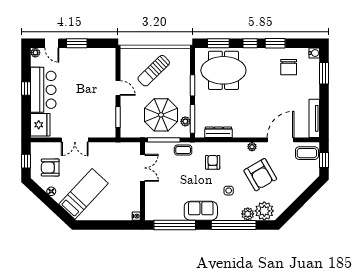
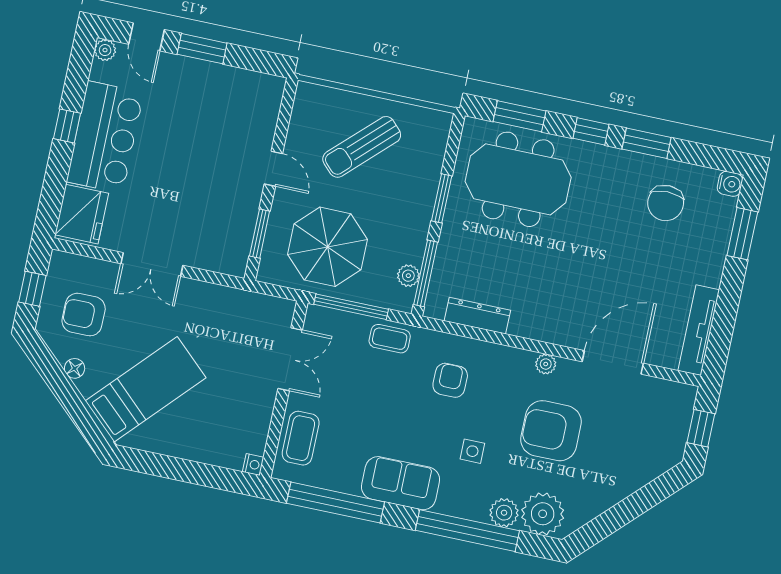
parasol: (161, 115) -> (328, 247), moved
coffee table: (307, 153) -> (301, 438), moved, turned 90
armchair: (260, 175) -> (551, 431), turned 120

